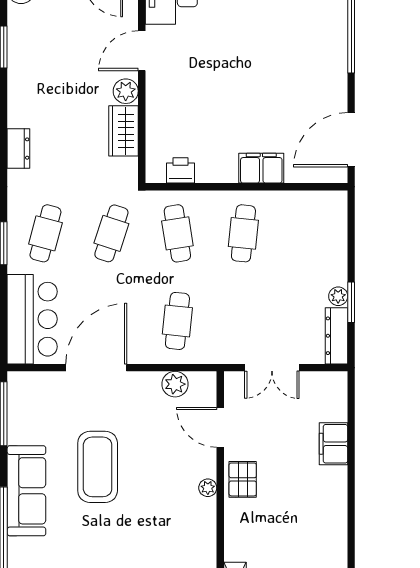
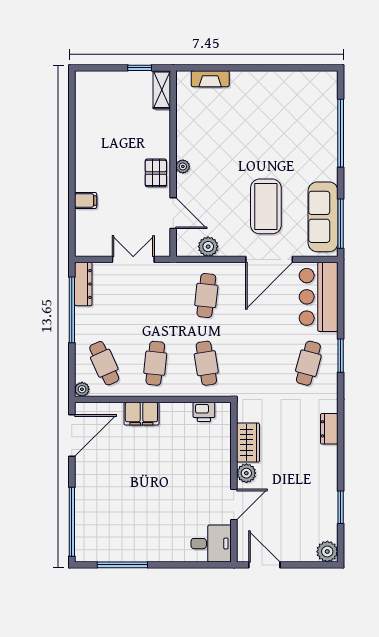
cafe table: (111, 233) -> (104, 363), moved, turned -42
plant: (338, 296) -> (82, 389), moved
window: (351, 302) -> (72, 310), width x2.11
filing cabinet: (333, 444) -> (86, 200), width x0.50
coffee table: (98, 467) -> (266, 206), moved
sofa: (26, 491) -> (323, 217), moved

